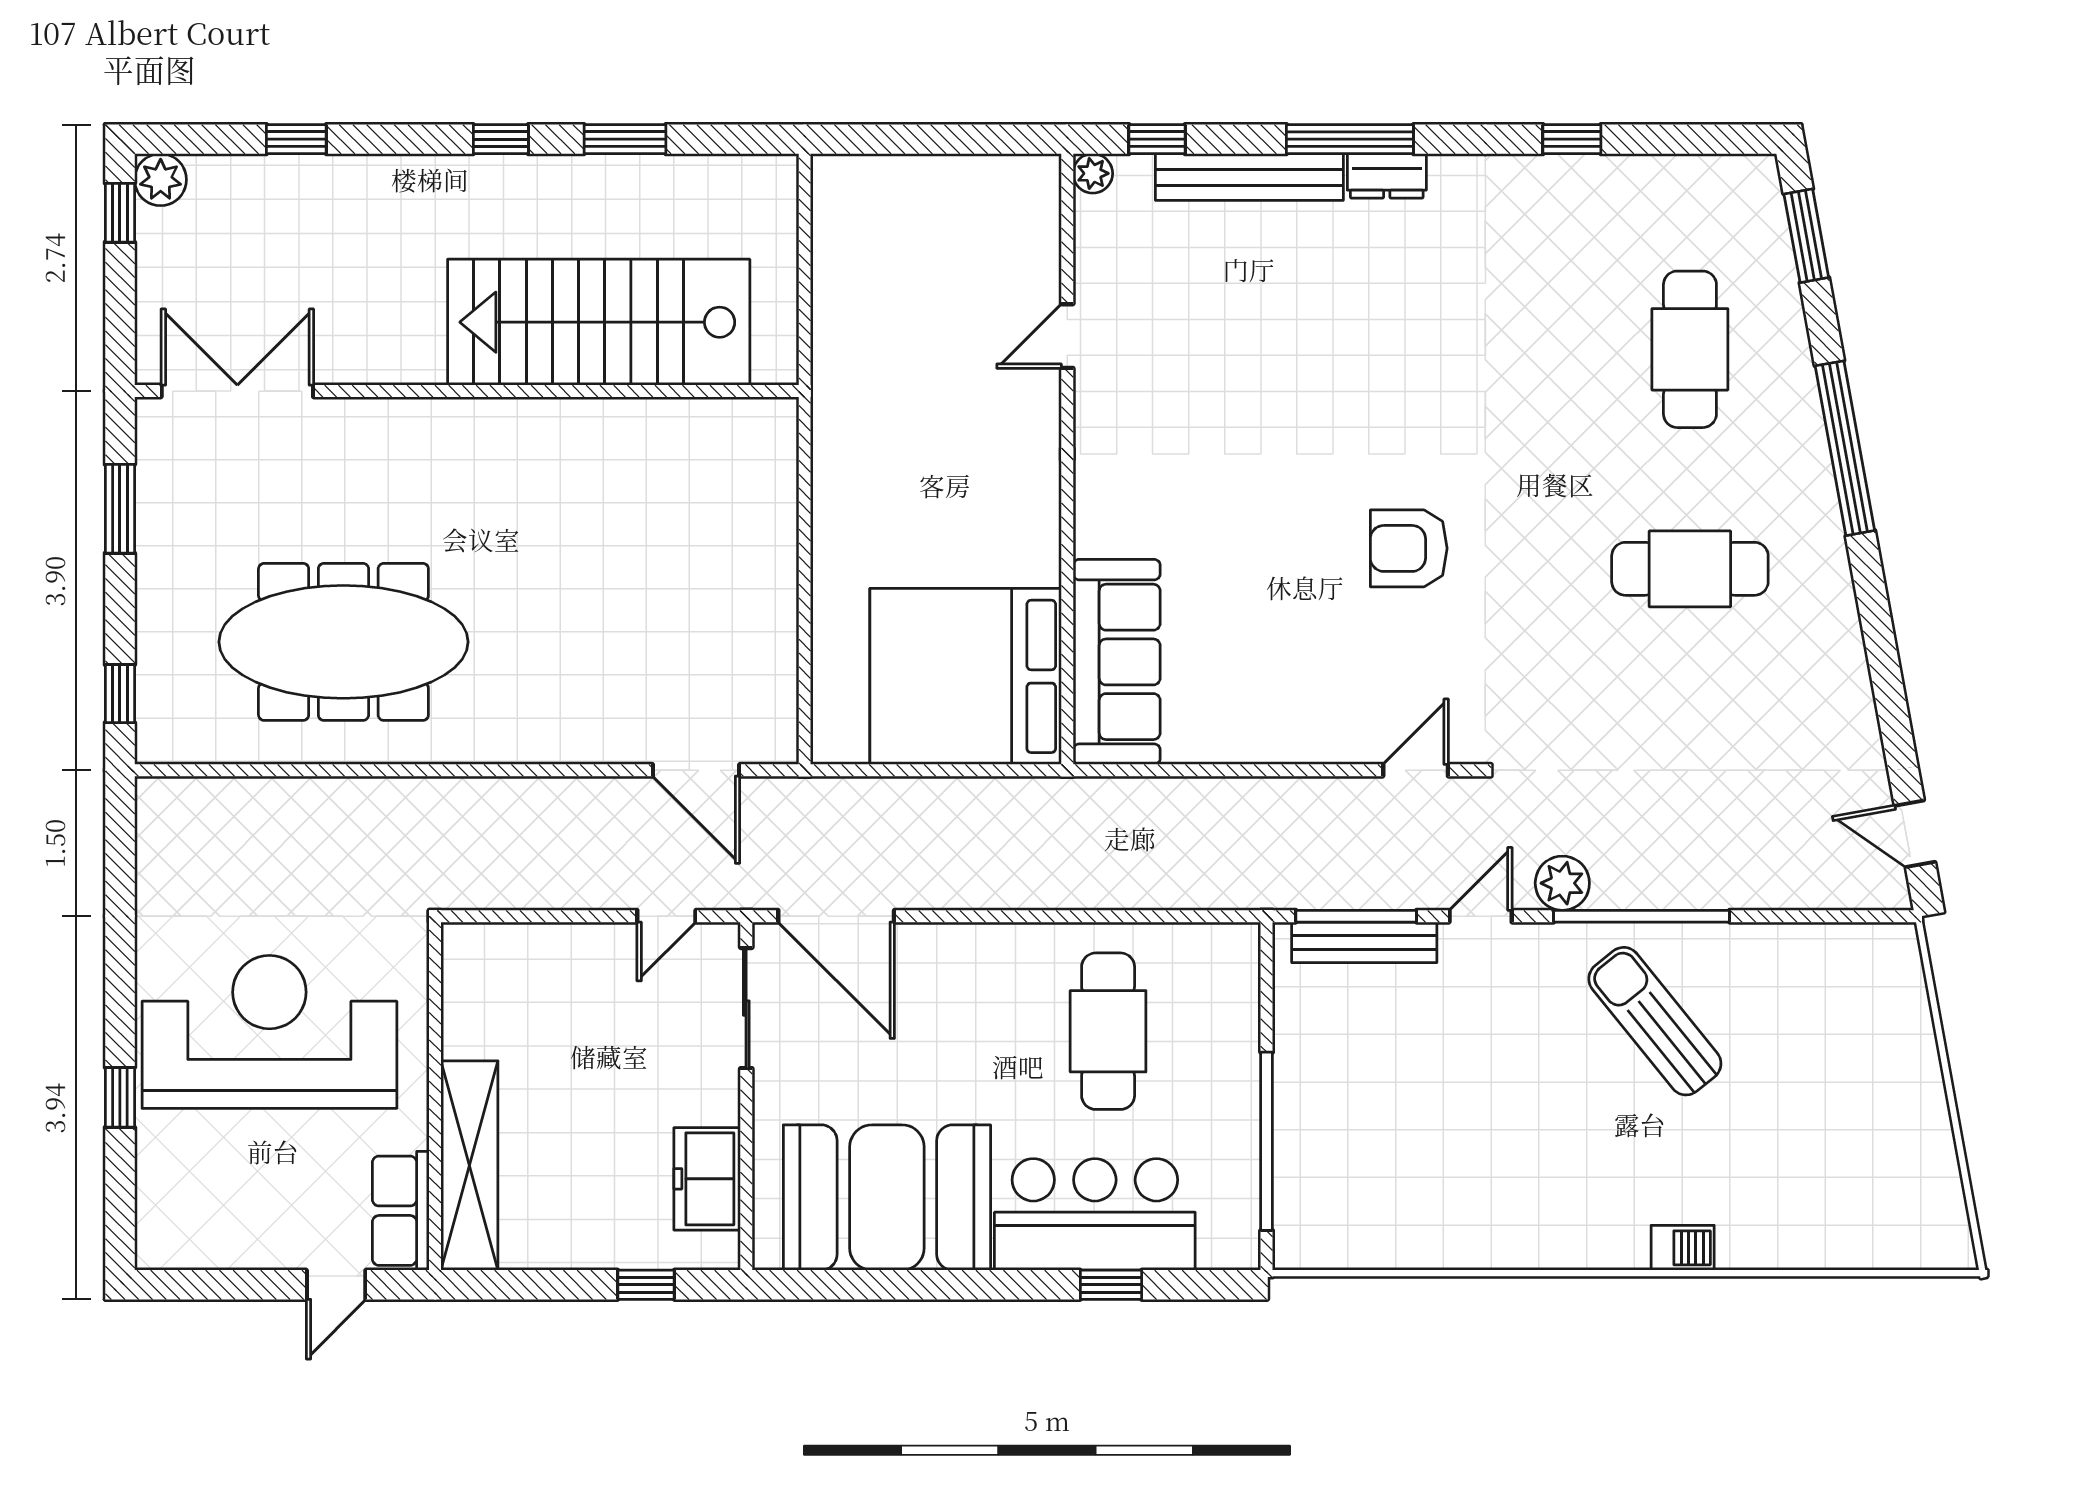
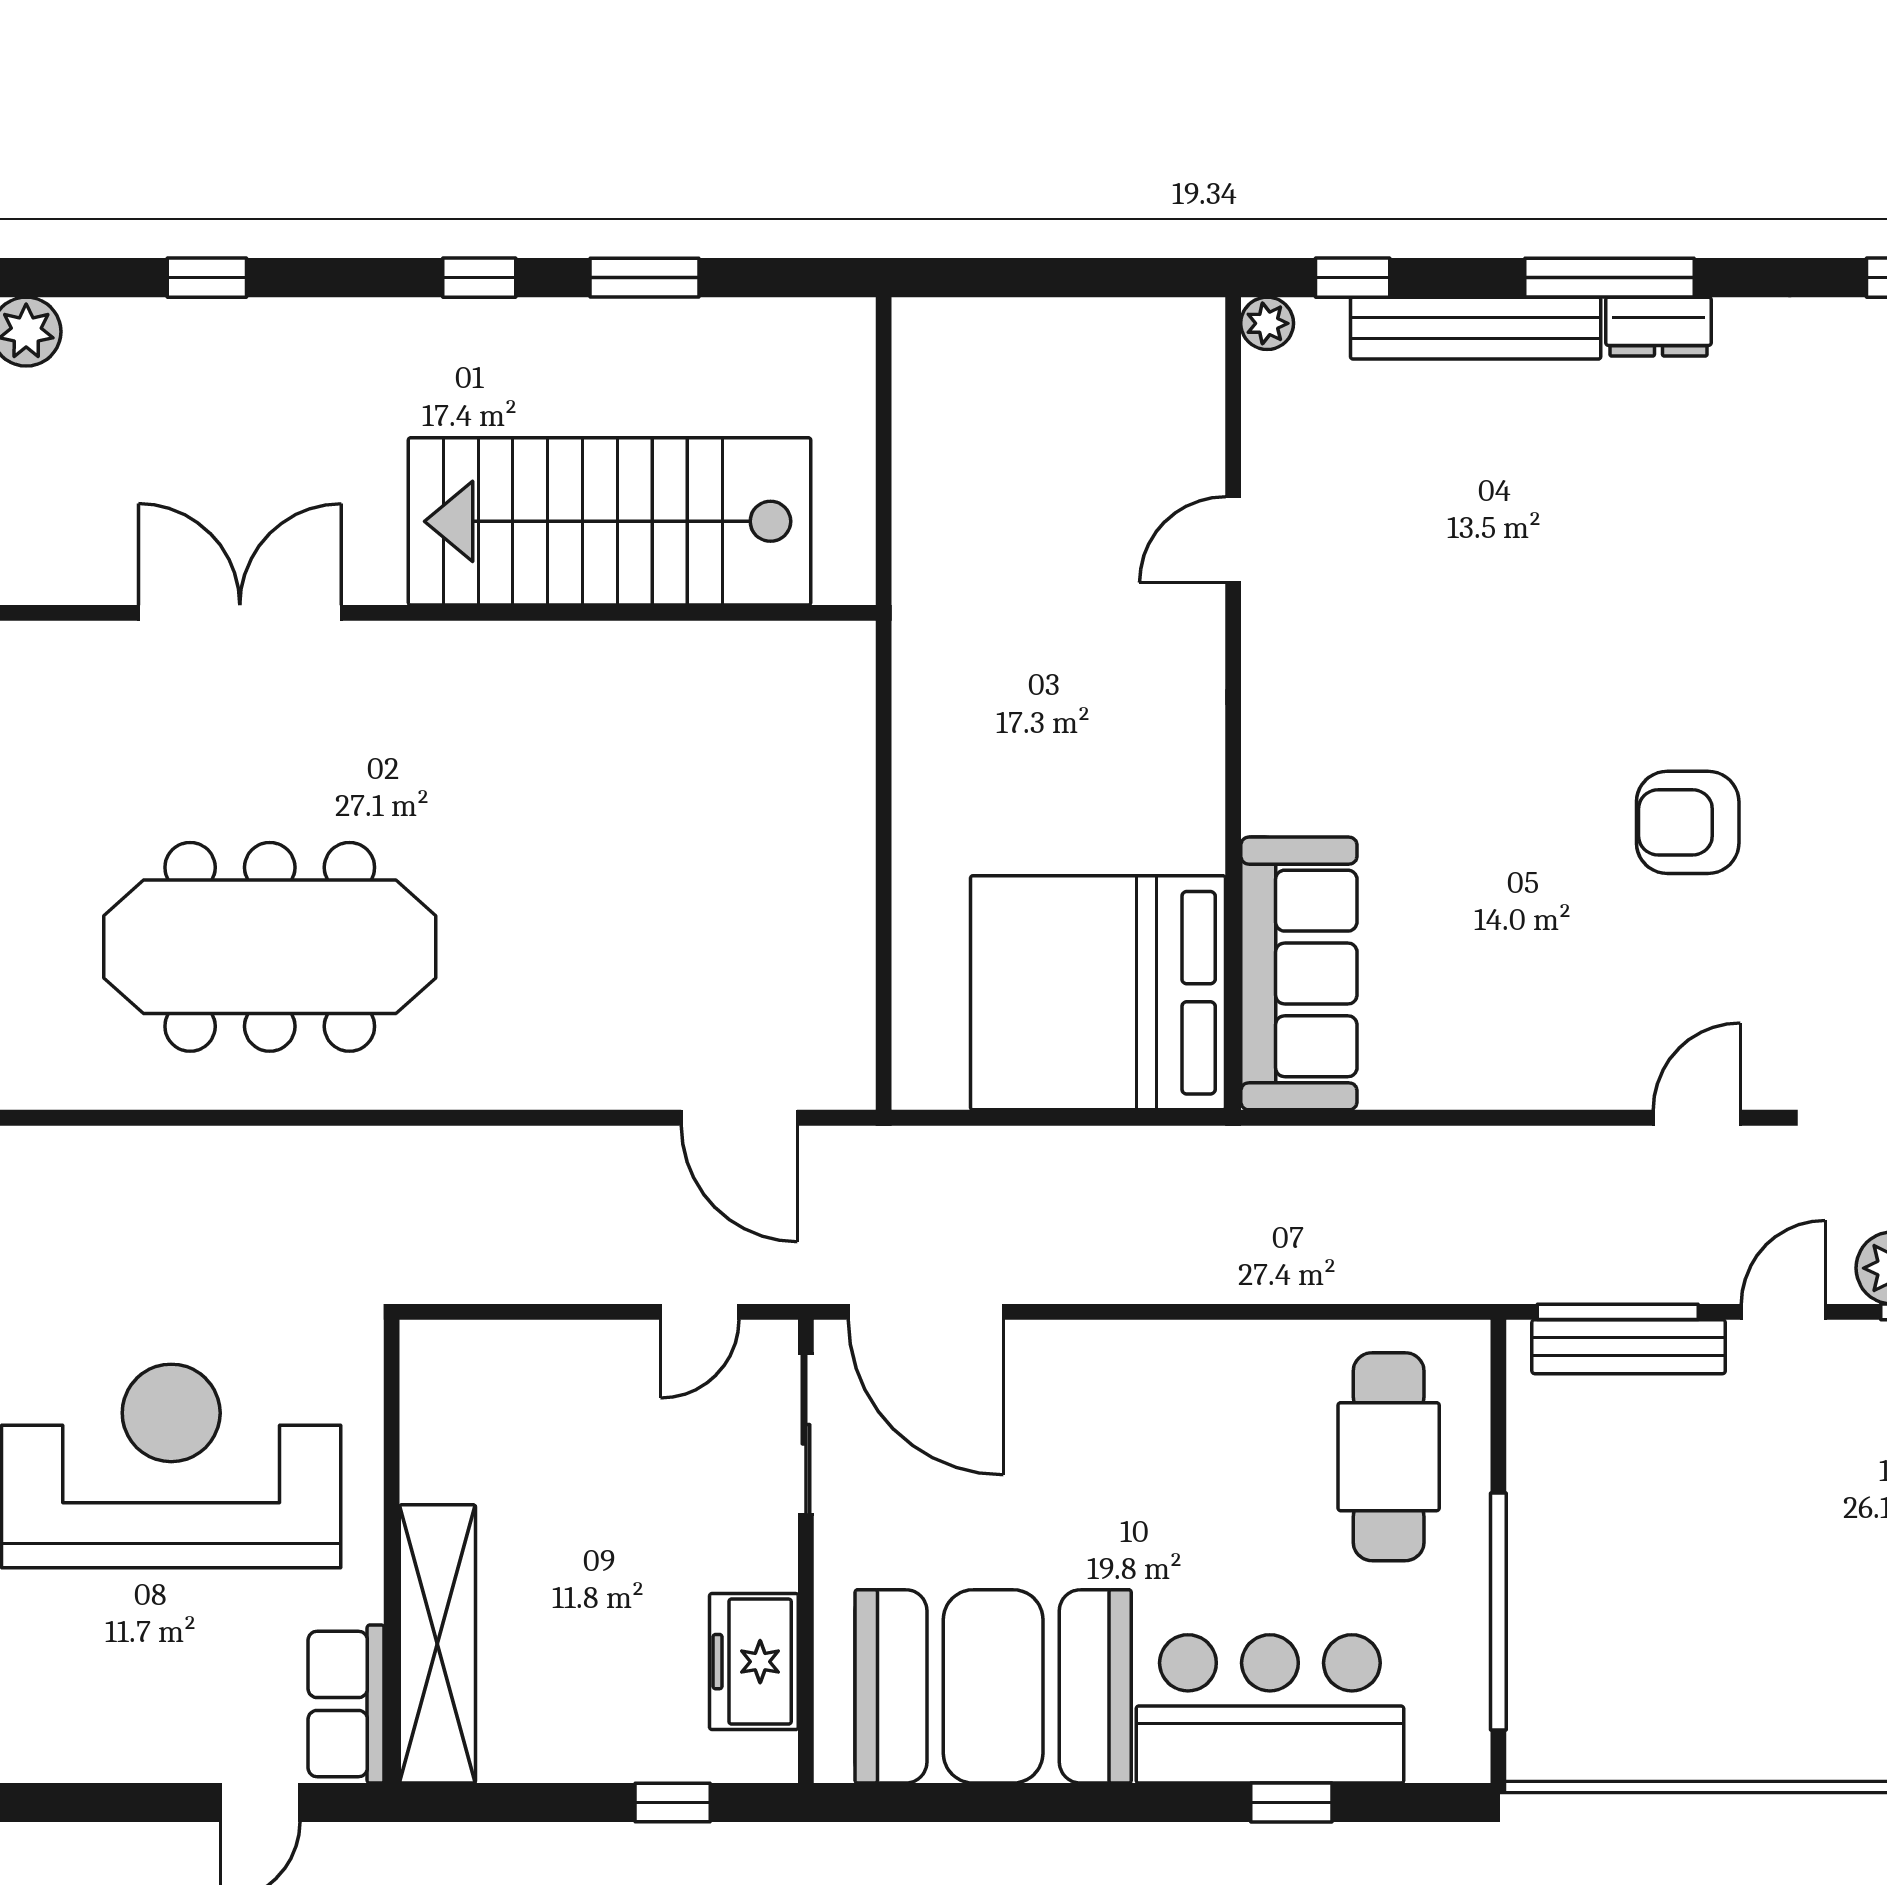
double door: (237, 391) -> (240, 613), moved
cafe table: (1108, 1031) -> (1389, 1457), moved

